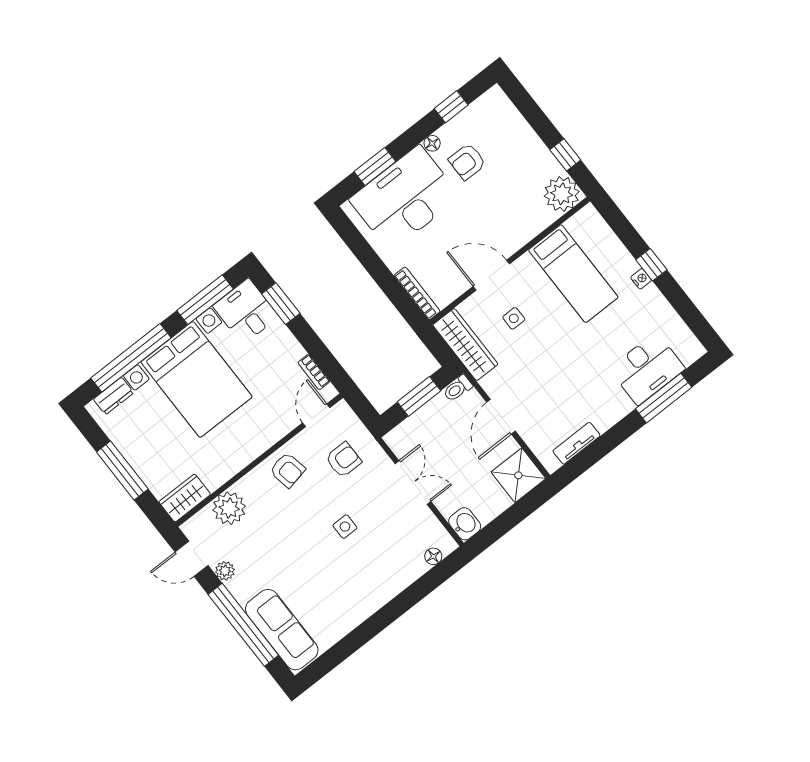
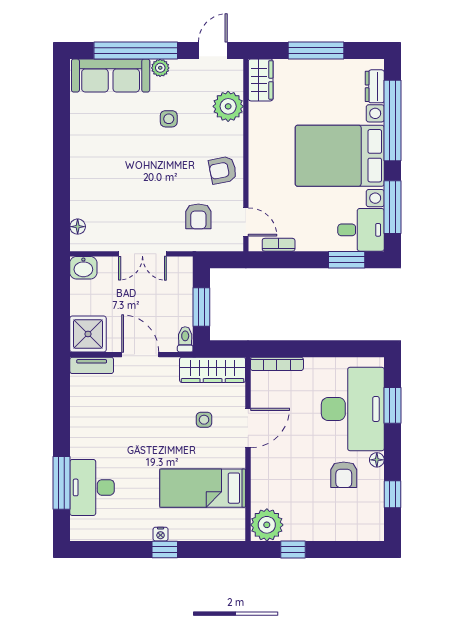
armchair: (467, 162) -> (344, 475), turned 180
tv unit: (576, 443) -> (92, 365), moved, turned 90
side table: (345, 527) -> (169, 119), moved
plant: (225, 571) -> (160, 68), moved

